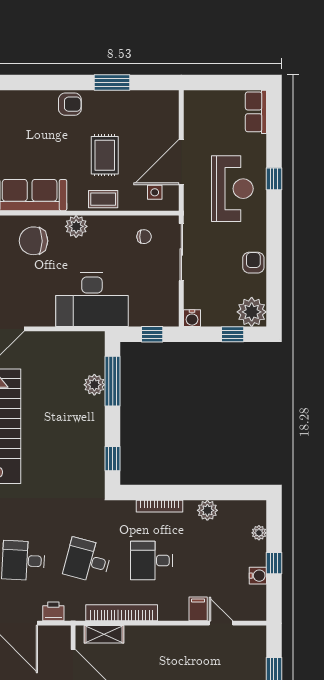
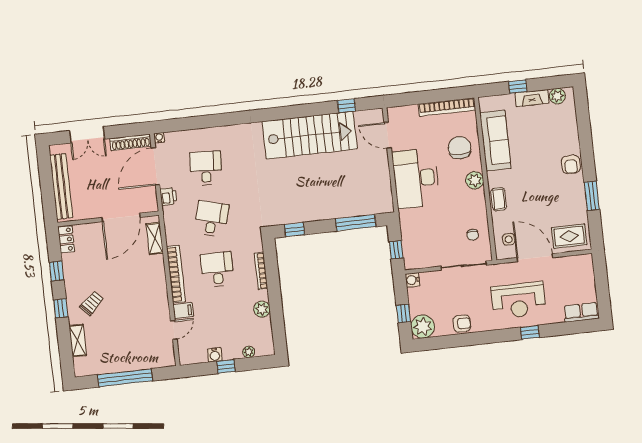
rug: (105, 155) -> (569, 236), moved
desk: (92, 300) -> (416, 178), moved
plant: (94, 385) -> (351, 209), removed
bookcase: (122, 613) -> (176, 274), moved

